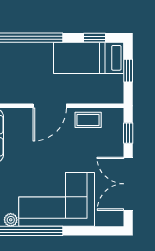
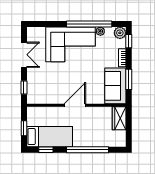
coffee table: (88, 120) -> (50, 96), removed
double door: (128, 184) -> (24, 55), width x0.73

